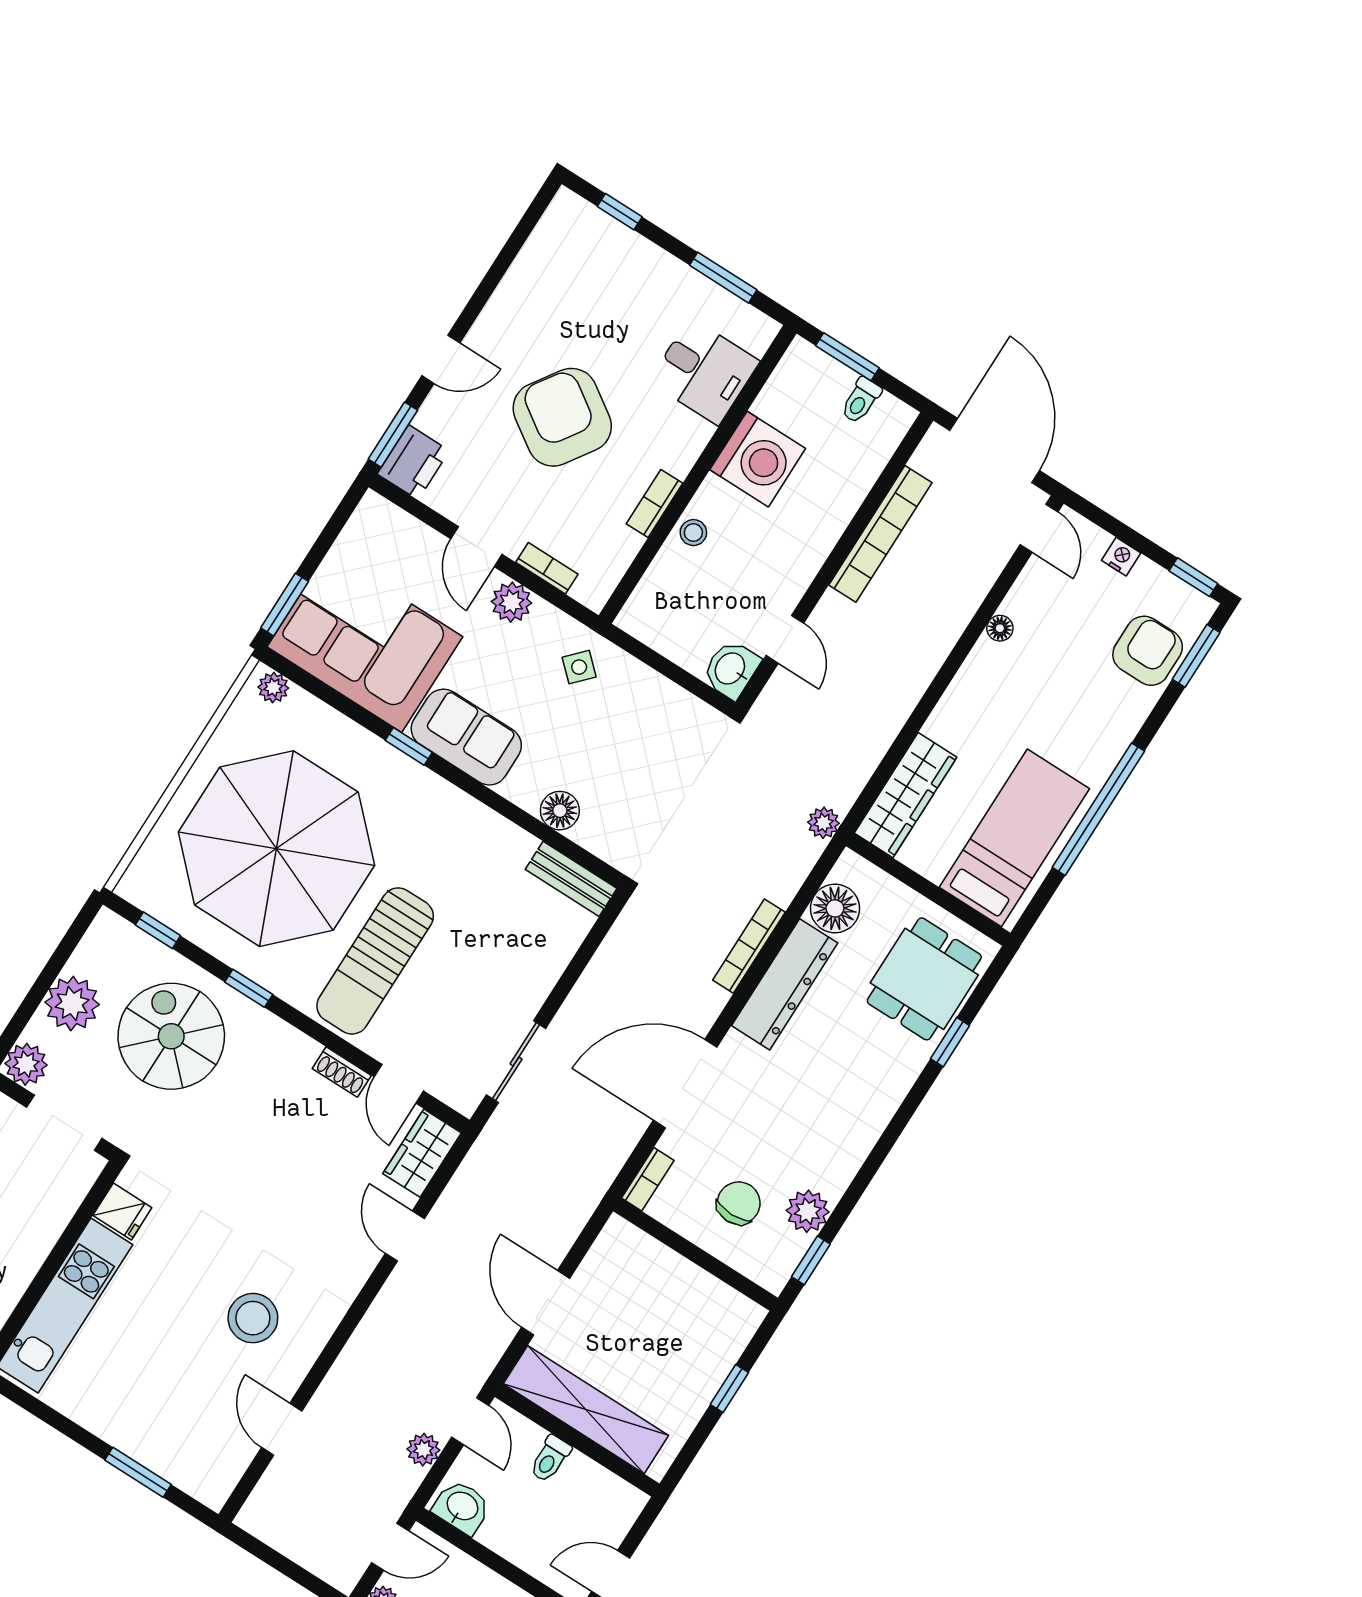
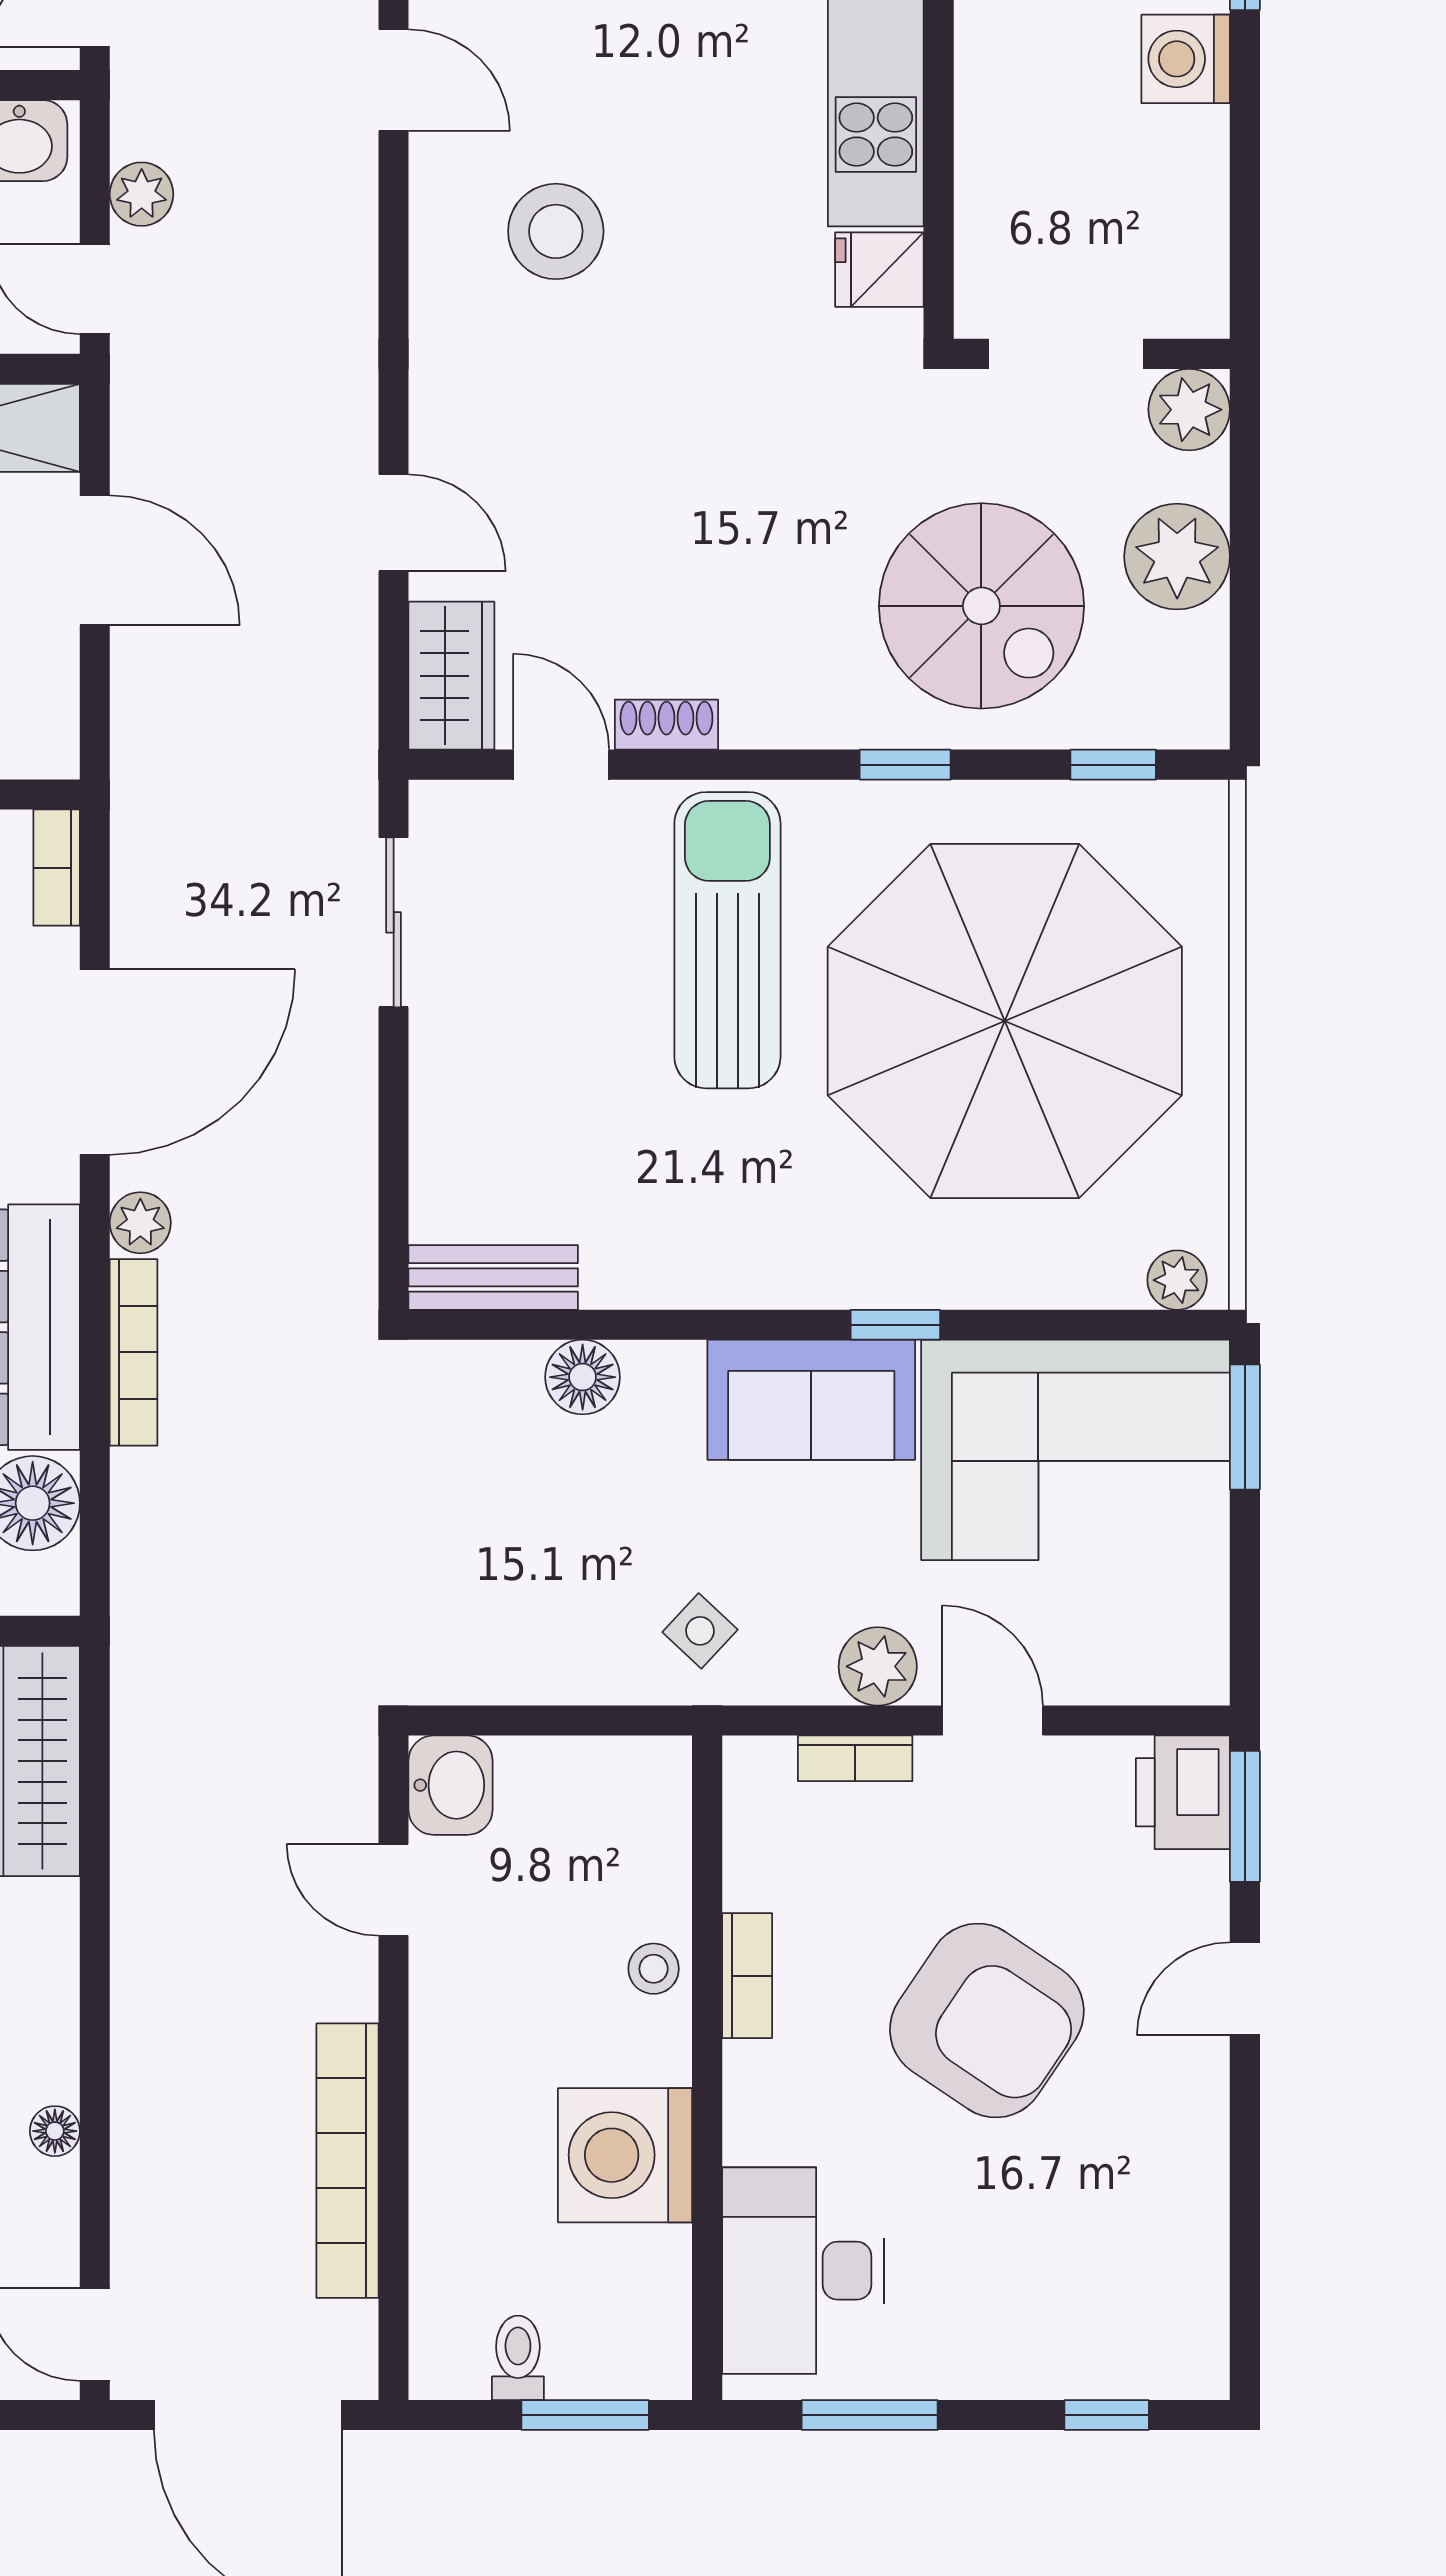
desk: (704, 371) -> (803, 2271), width x1.37
plant: (823, 823) -> (140, 1223), moved

